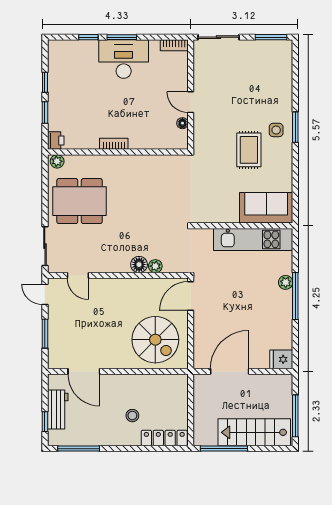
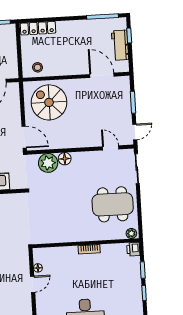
door: (191, 102) -> (33, 284), hinge flipped
plant: (155, 266) -> (48, 163), width x1.88, depth x1.88
door: (45, 294) -> (135, 132), hinge flipped
door: (191, 296) -> (24, 137), hinge flipped
stool: (132, 416) -> (38, 67), moved

